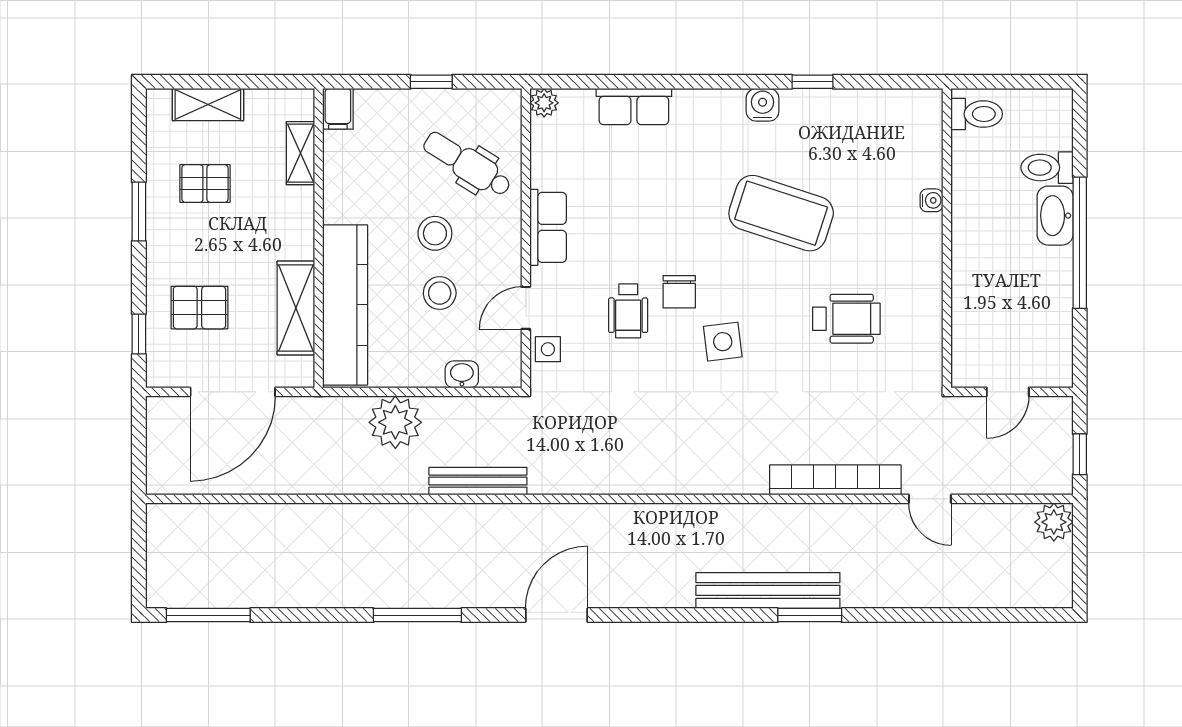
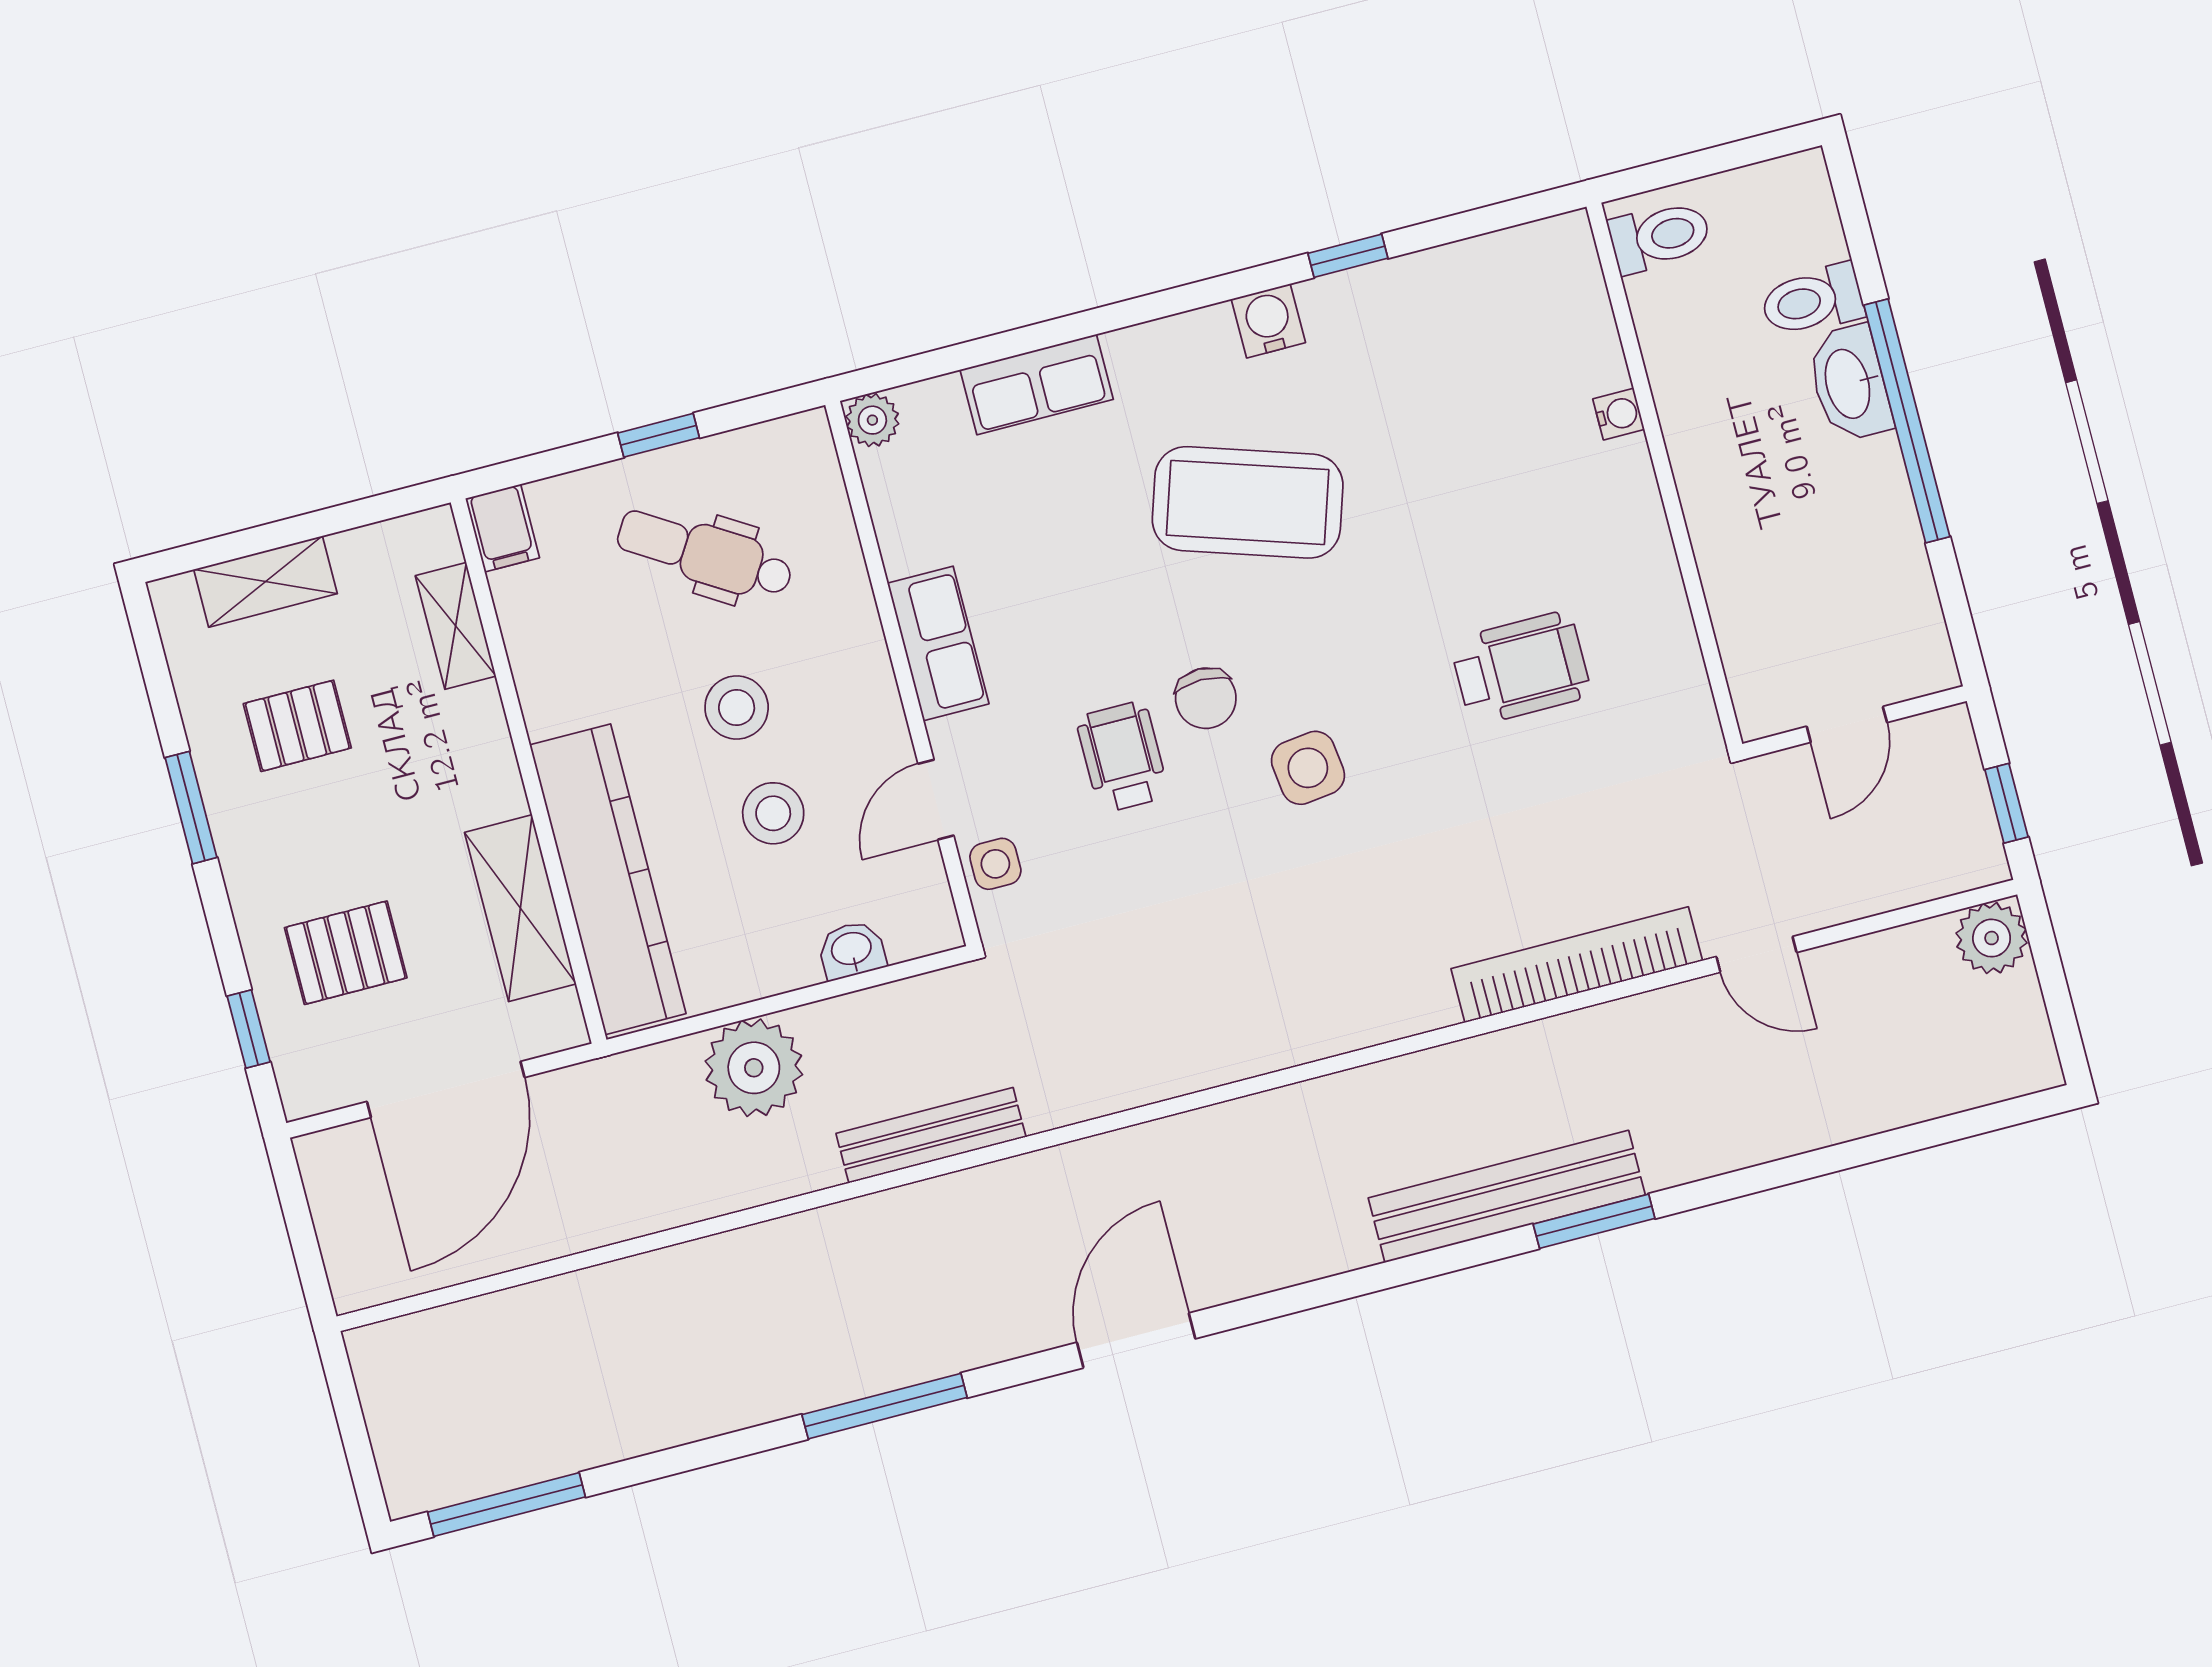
dental chair: (467, 164) -> (705, 554), moved
coffee table: (781, 213) -> (1248, 502), moved
wheelchair: (628, 311) -> (1122, 757), turned 180

